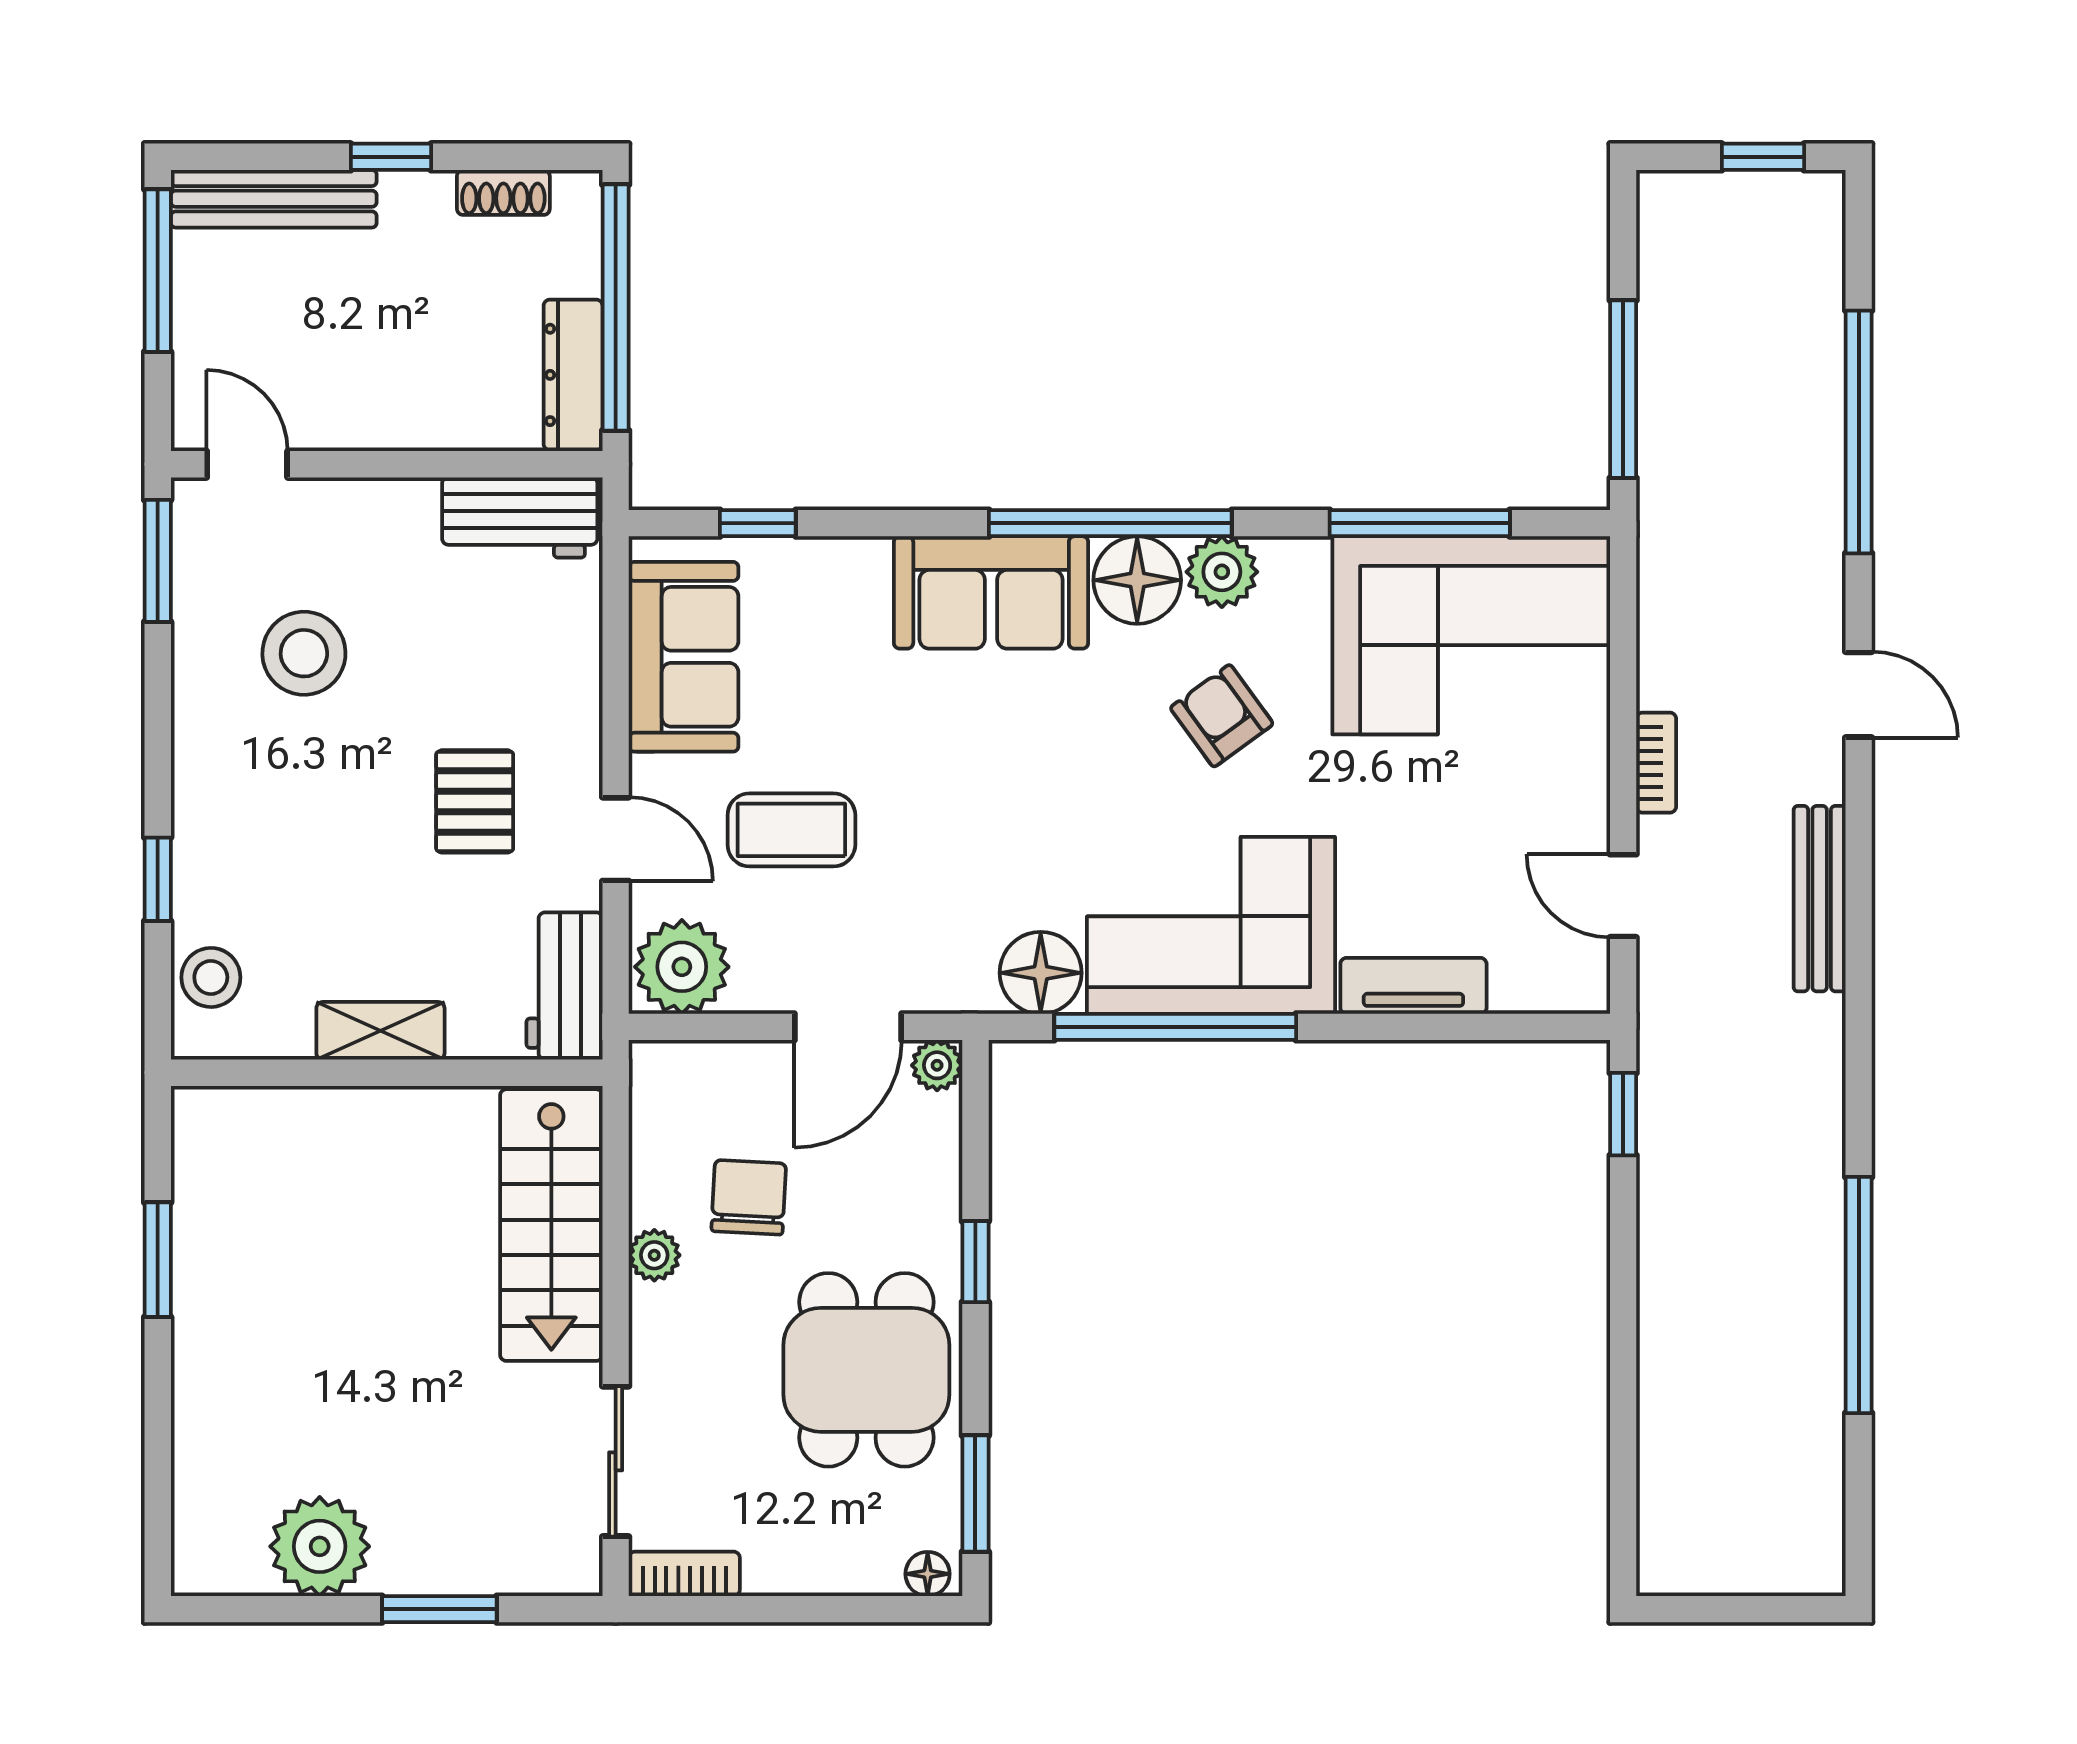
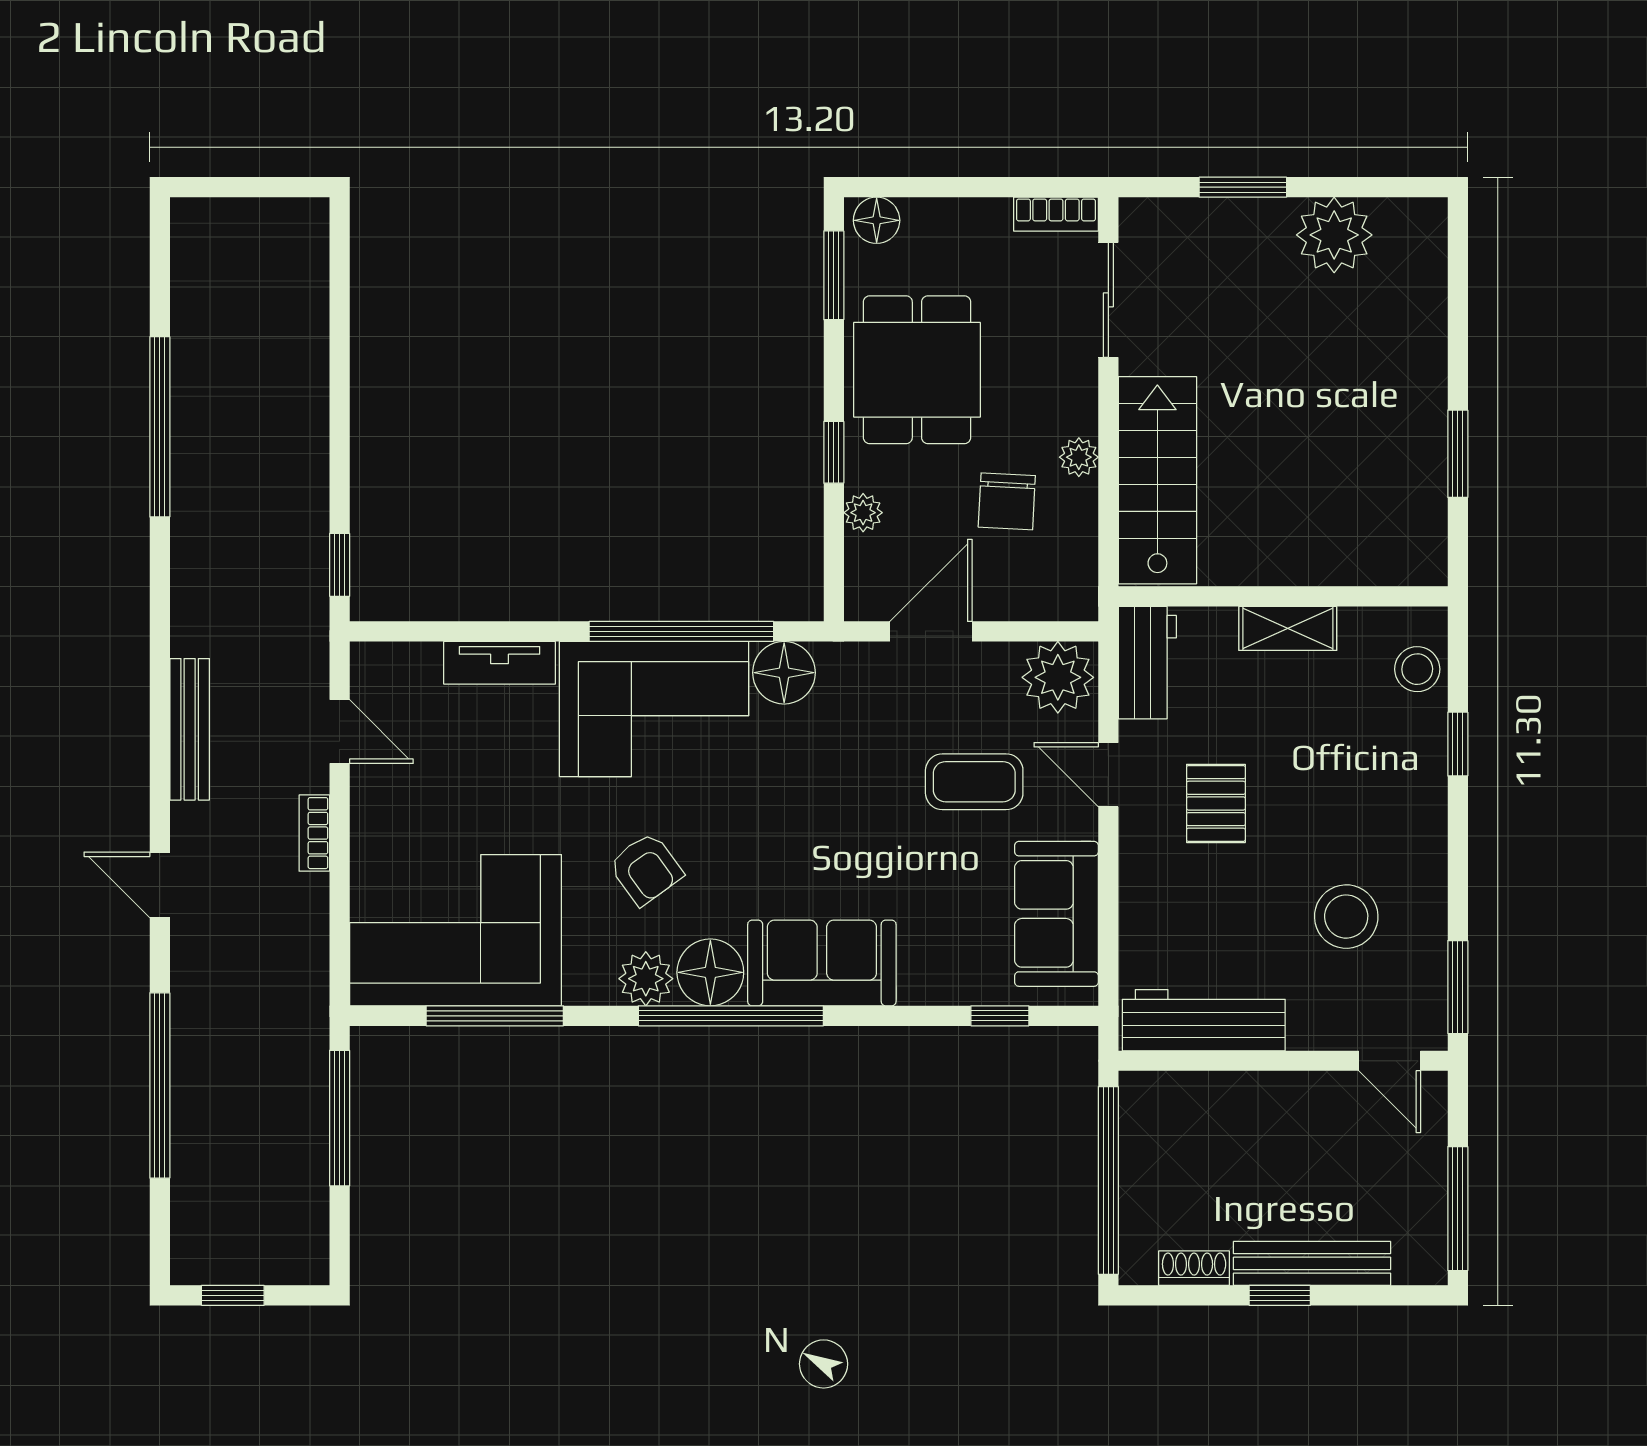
bench: (274, 199) -> (1312, 1263), moved
dresser: (573, 375) -> (1141, 1129), removed
workbench: (520, 517) -> (1204, 1020), width x1.38
plant: (937, 1065) -> (863, 513), moved
floor lamp: (928, 1574) -> (877, 220), width x1.37, depth x1.37

